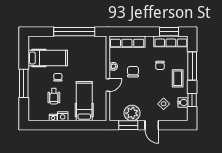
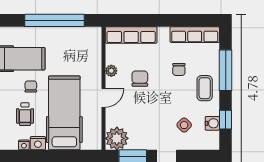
window: (169, 32) -> (192, 20), removed
hospital bed: (84, 101) -> (64, 113), width x1.37, depth x1.29
plant: (132, 113) -> (117, 138), moved

